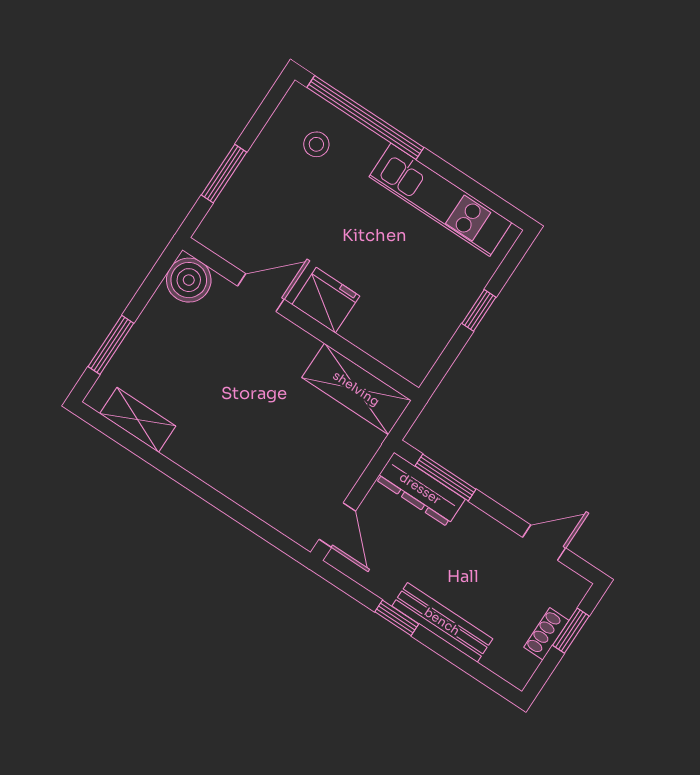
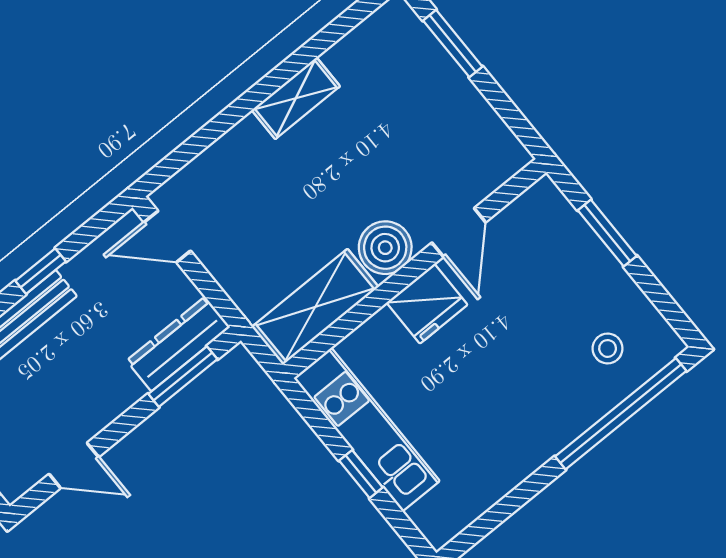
kitchen unit: (440, 200) -> (367, 430), moved, turned 90
boiler: (189, 280) -> (385, 248), moved
shelving: (138, 420) -> (296, 98), moved
door: (544, 543) -> (74, 466), hinge flipped

